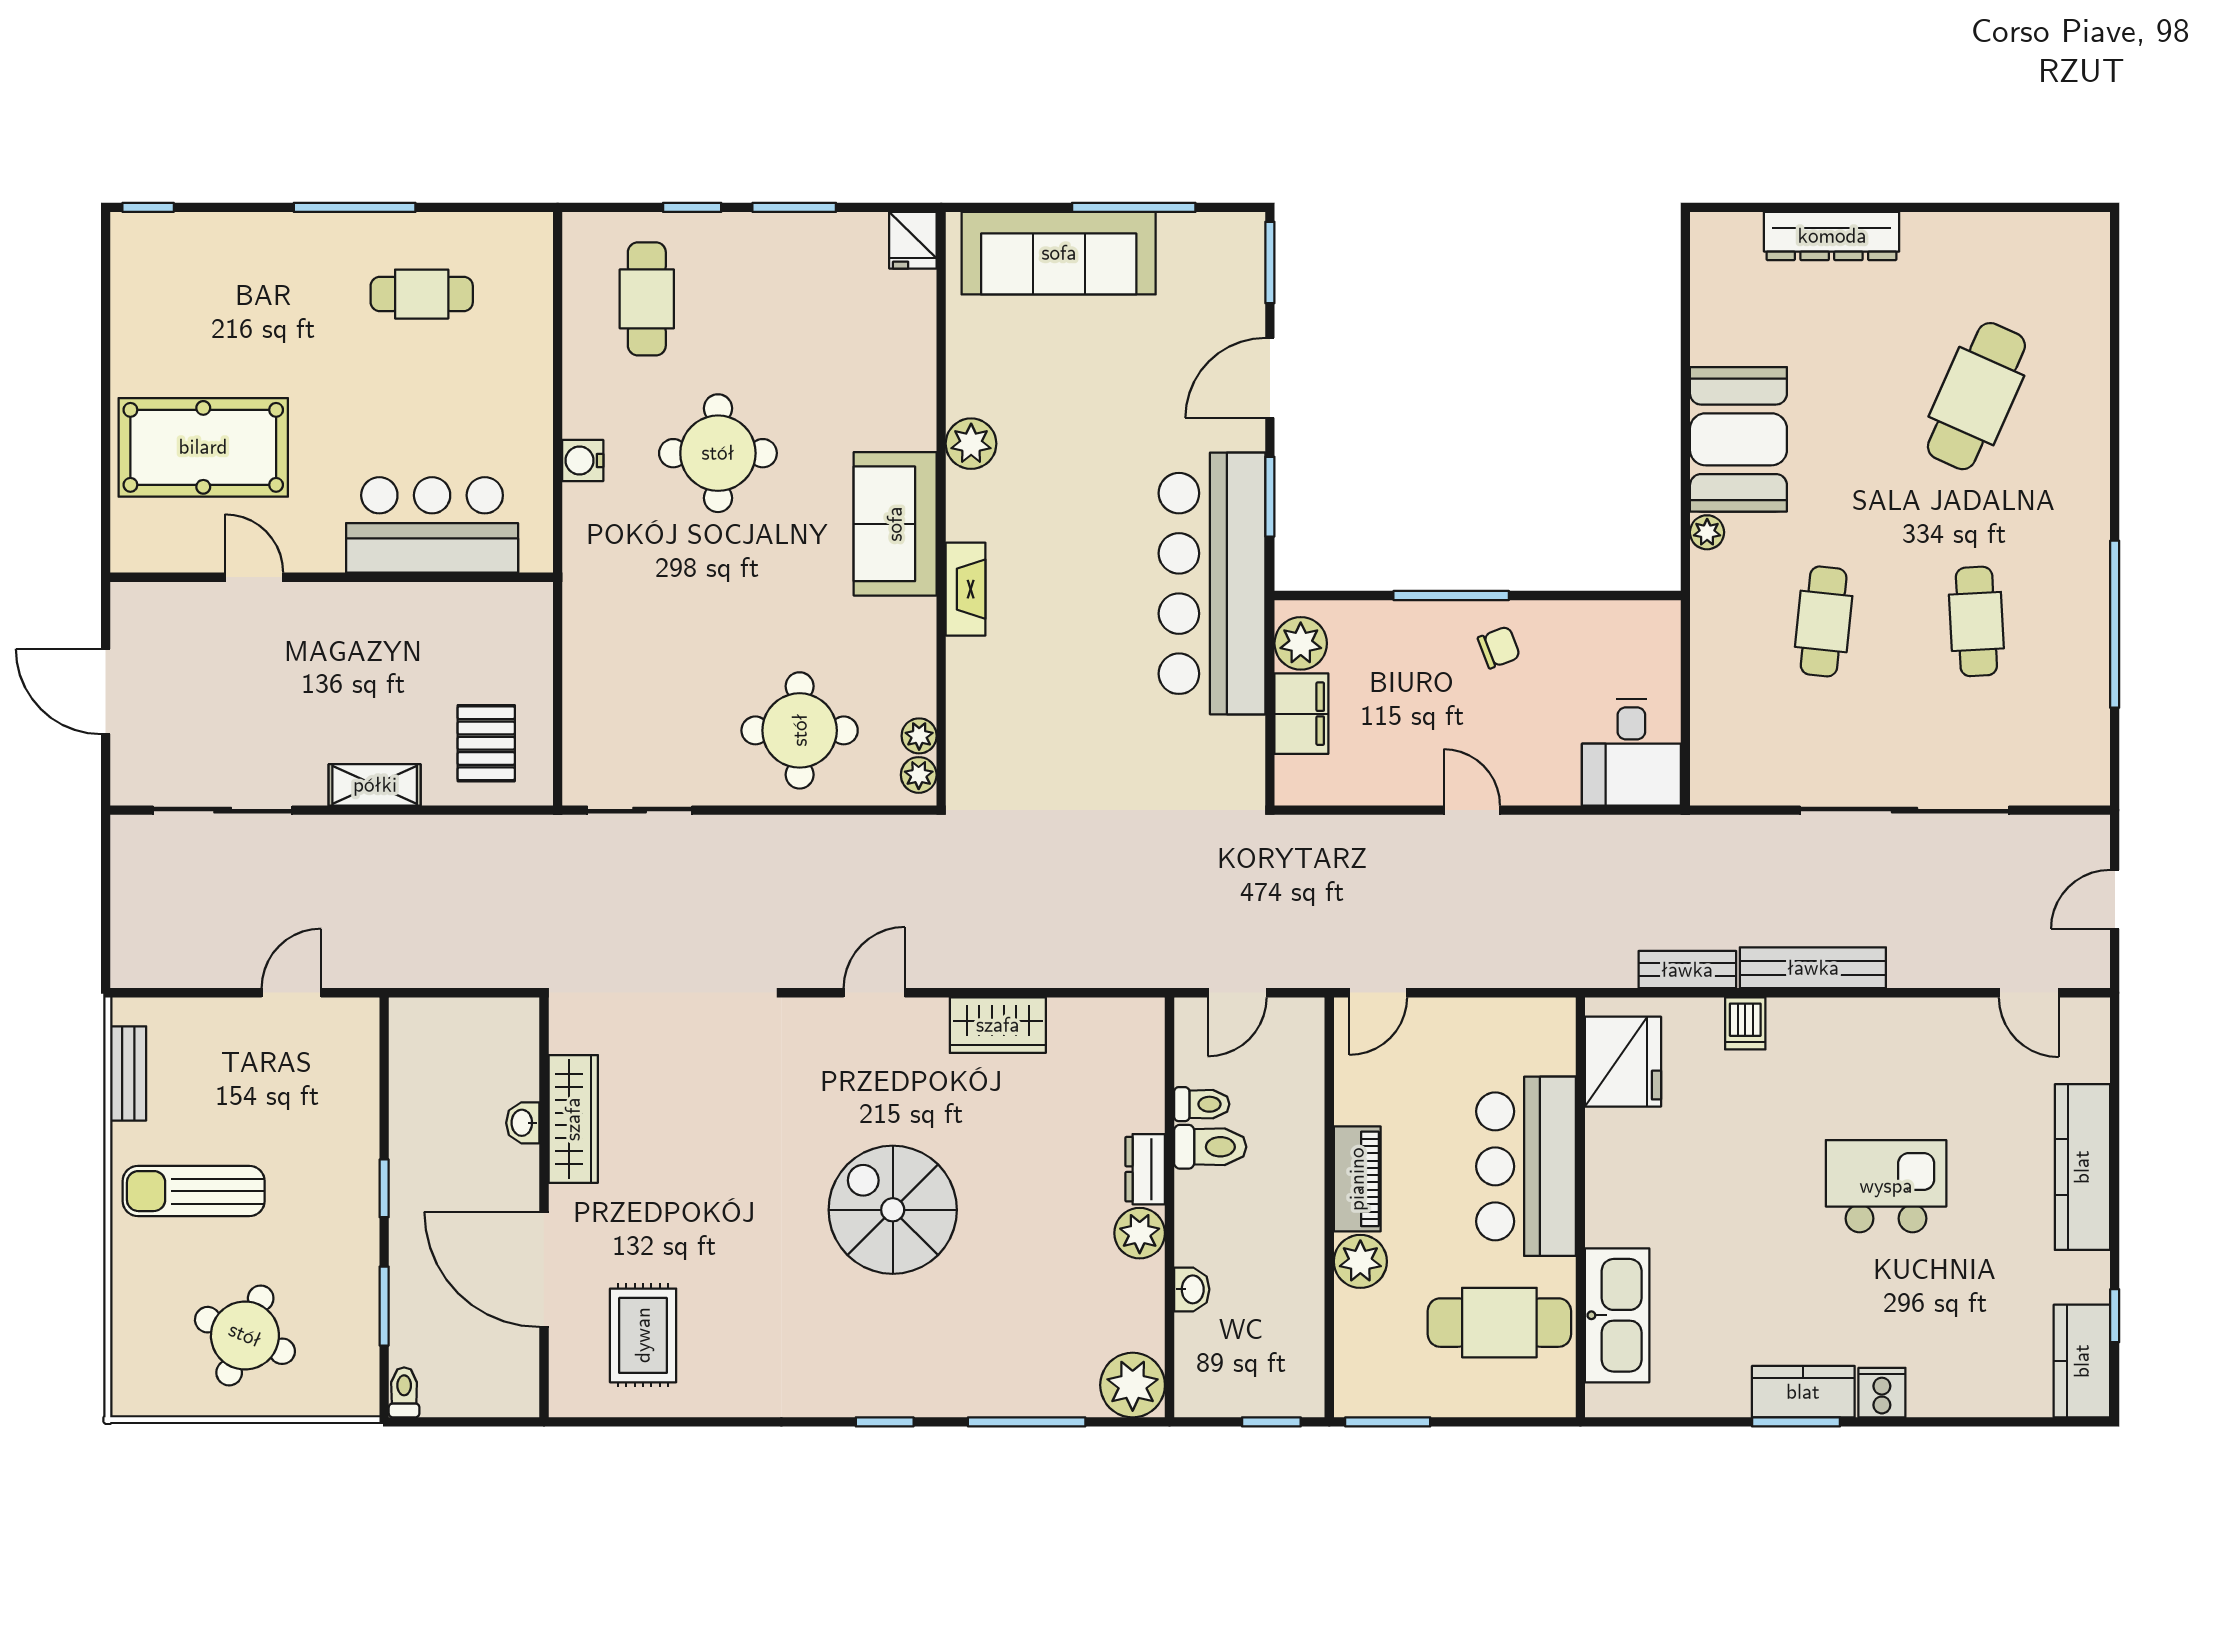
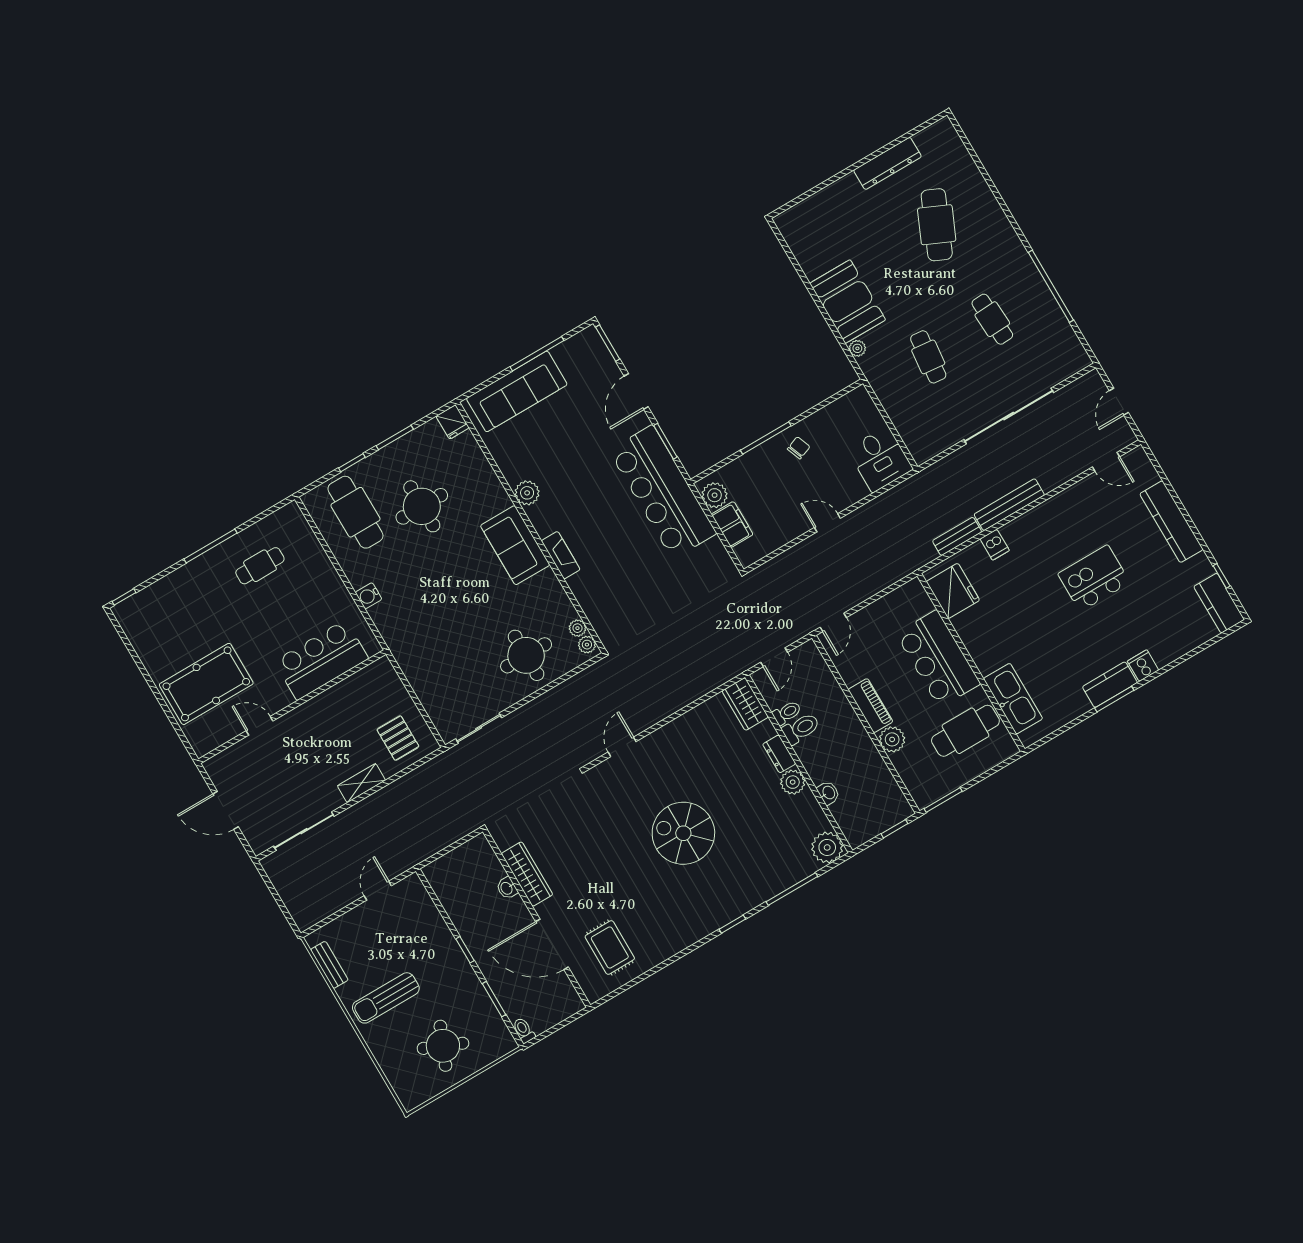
dresser: (1832, 236) -> (888, 163), moved
cafe table: (647, 299) -> (355, 512), width x1.37, depth x1.35
round table: (718, 453) -> (422, 506), moved
wardrobe: (998, 1025) -> (745, 704), moved, turned 90

